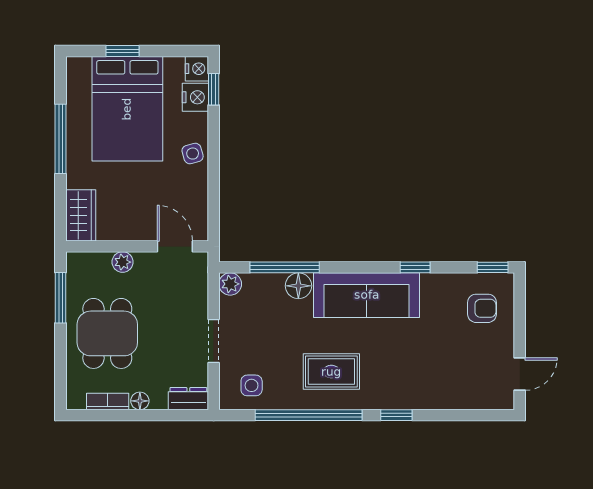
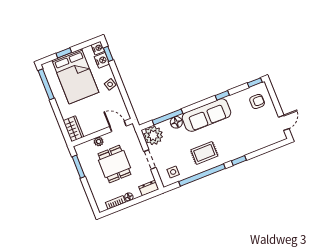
window: (61, 139) -> (46, 84), moved
plant: (230, 284) -> (153, 135), width x1.87, depth x1.87
dining table: (107, 333) -> (114, 164), moved

